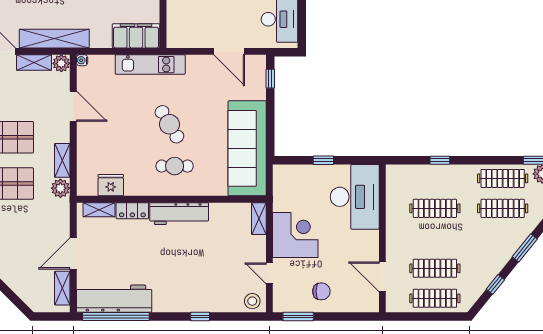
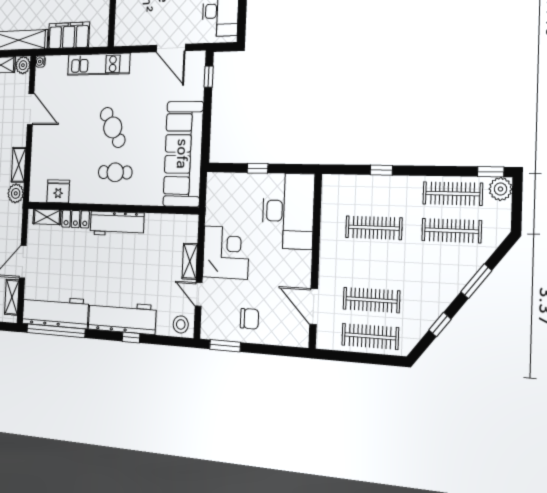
filing cabinet: (136, 36) -> (69, 35), moved
shelving: (259, 219) -> (190, 261), moved
workbench: (189, 299) -> (122, 317), added

